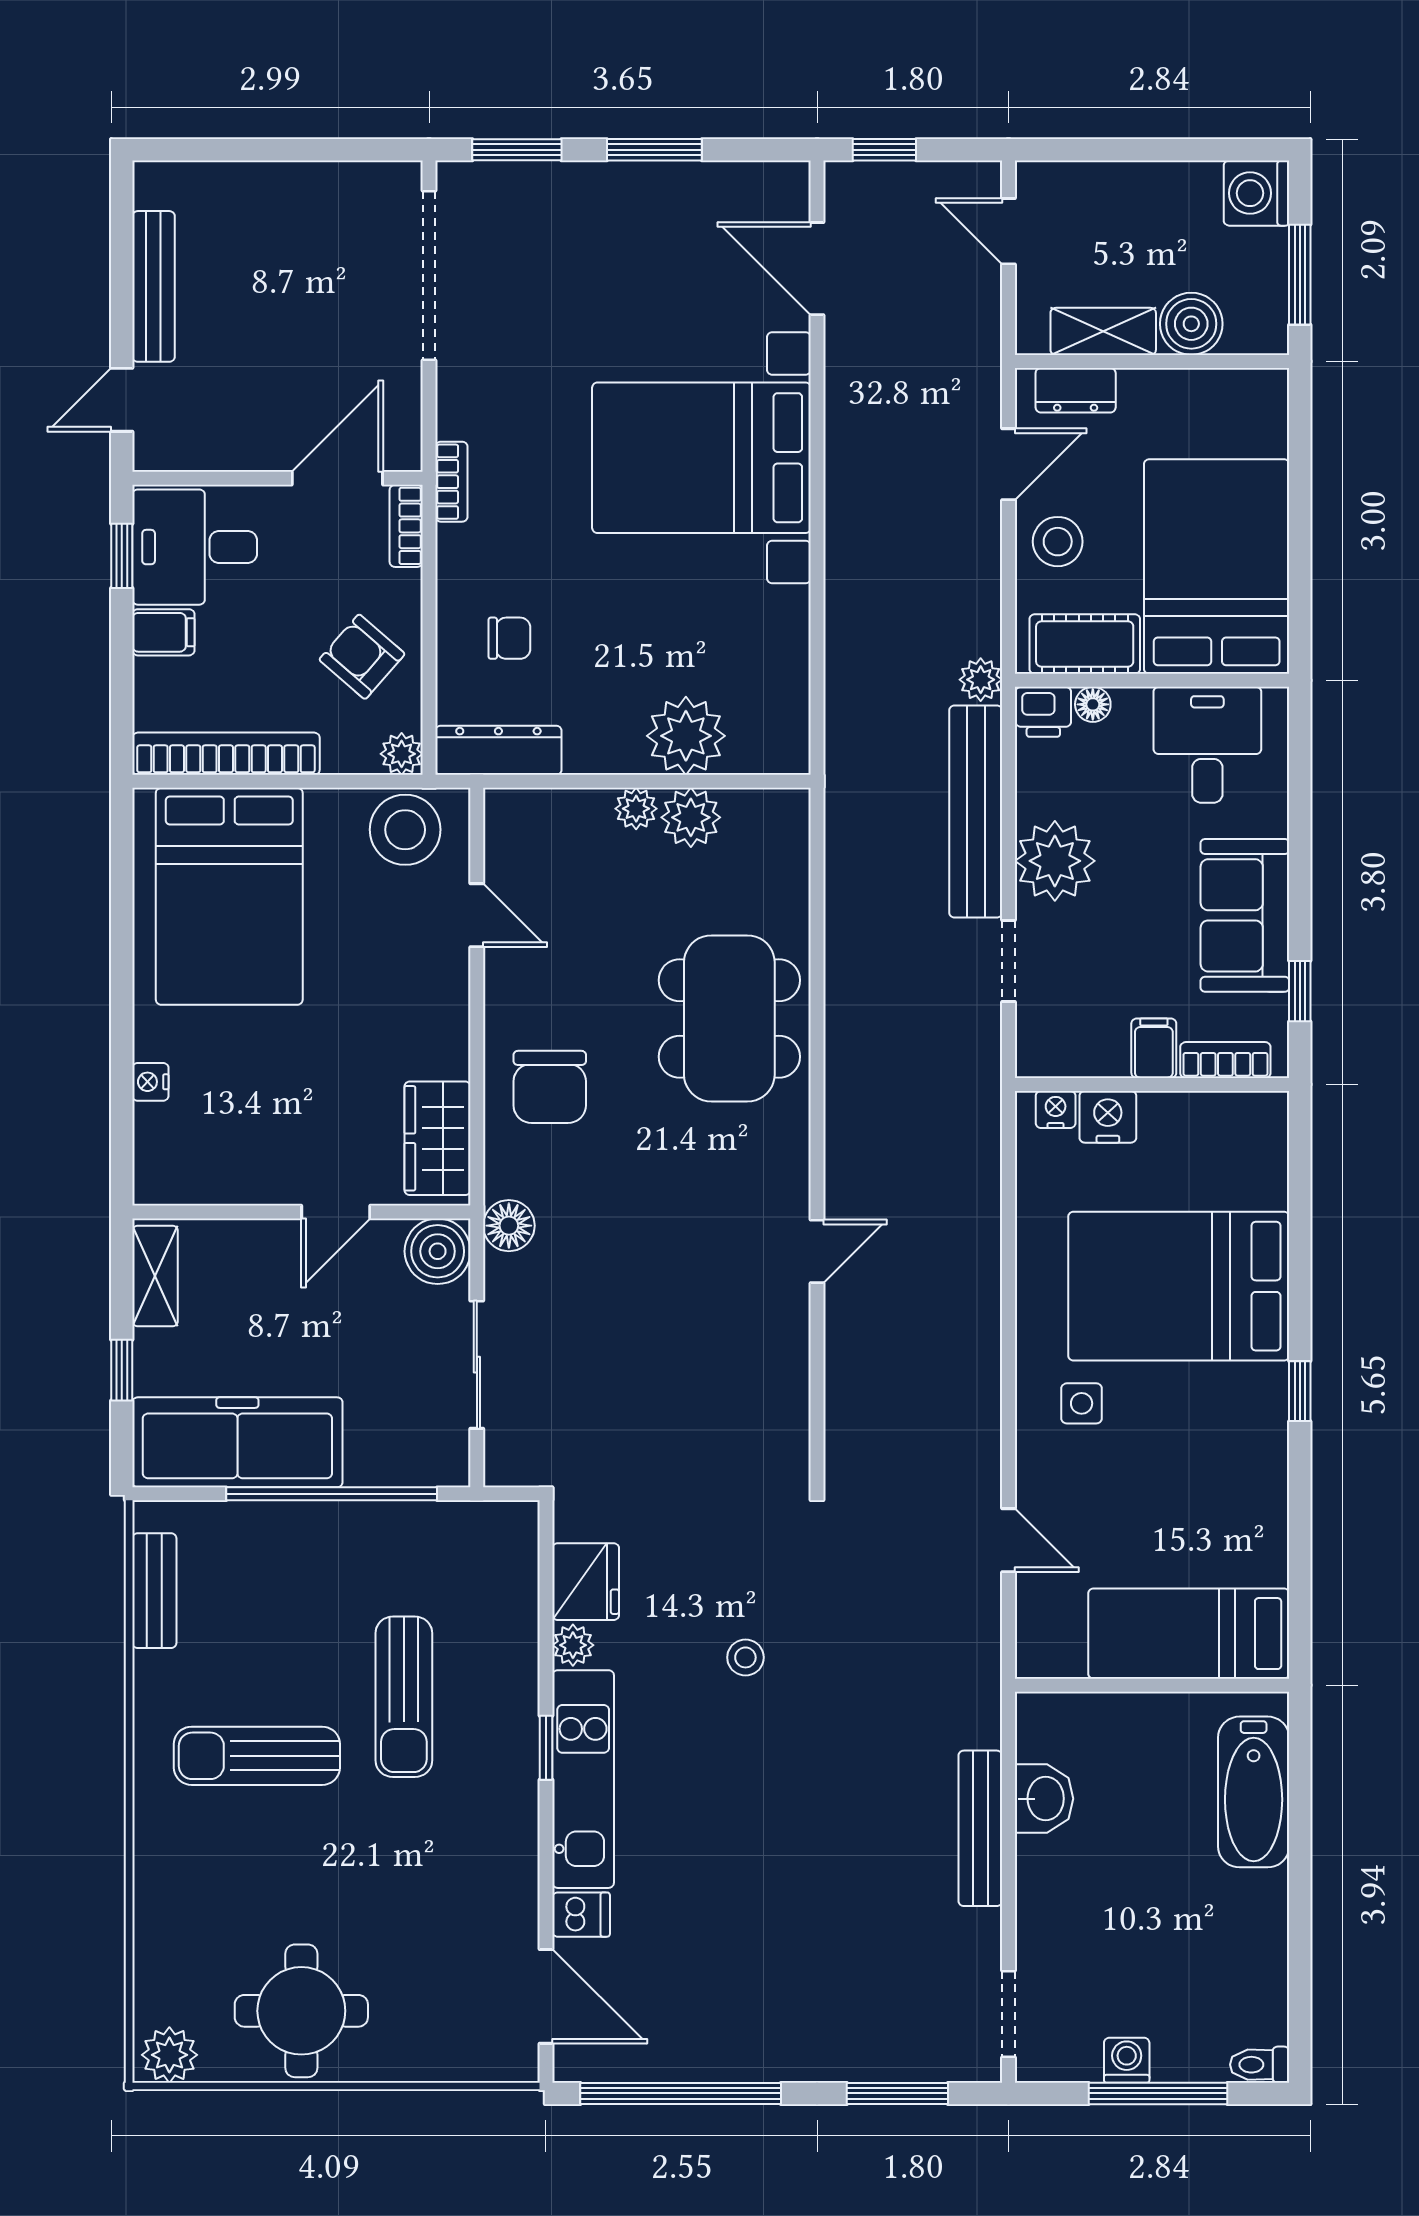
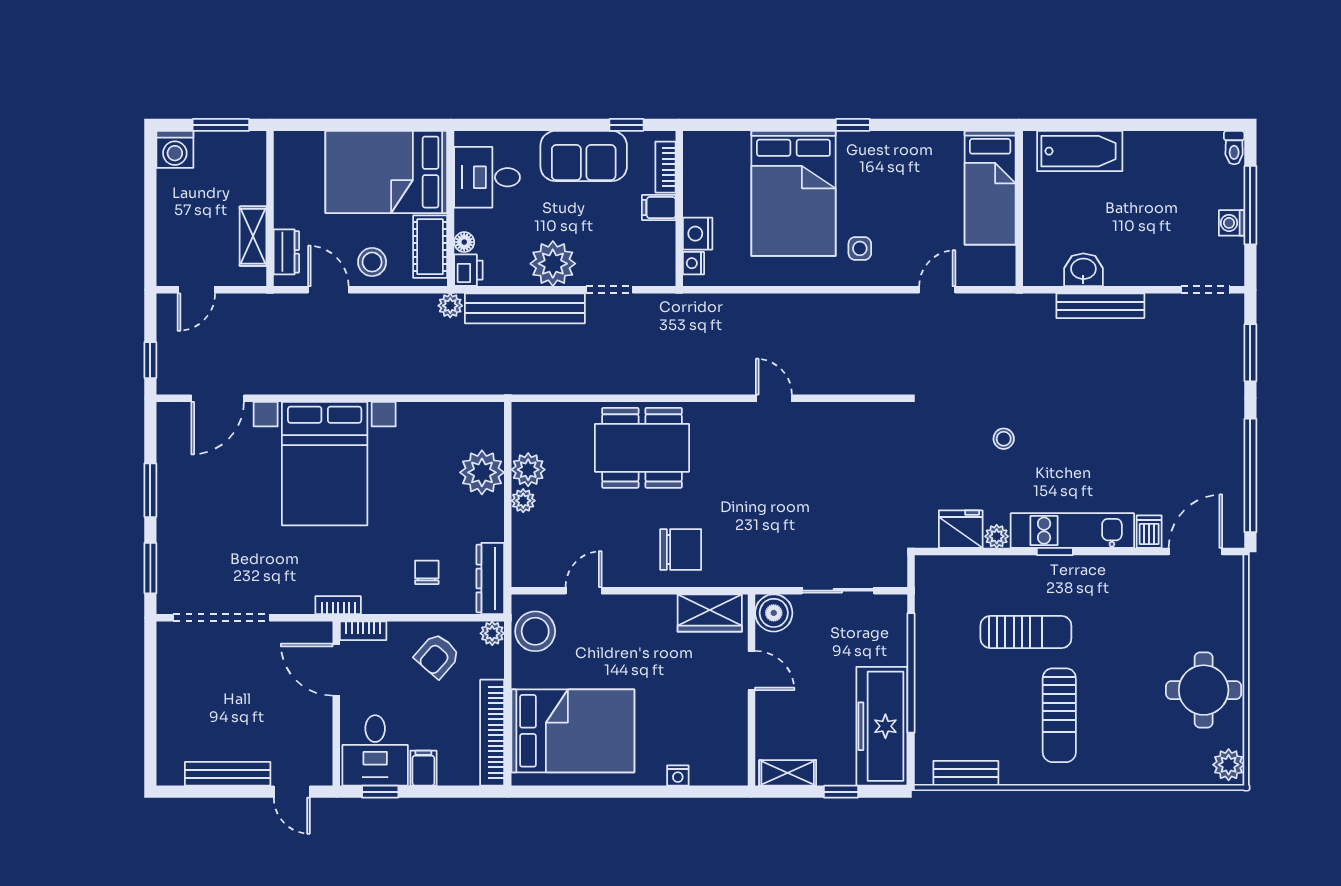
boiler: (1191, 324) -> (249, 186), removed
floor lamp: (509, 1226) -> (759, 573), removed

